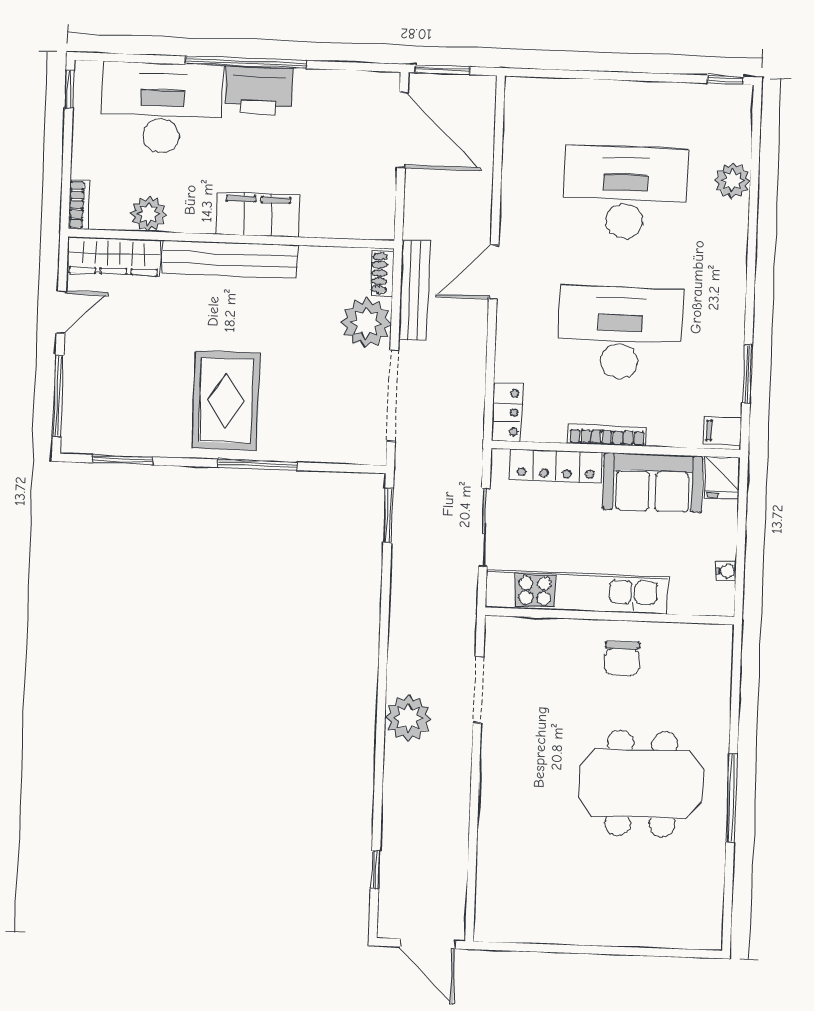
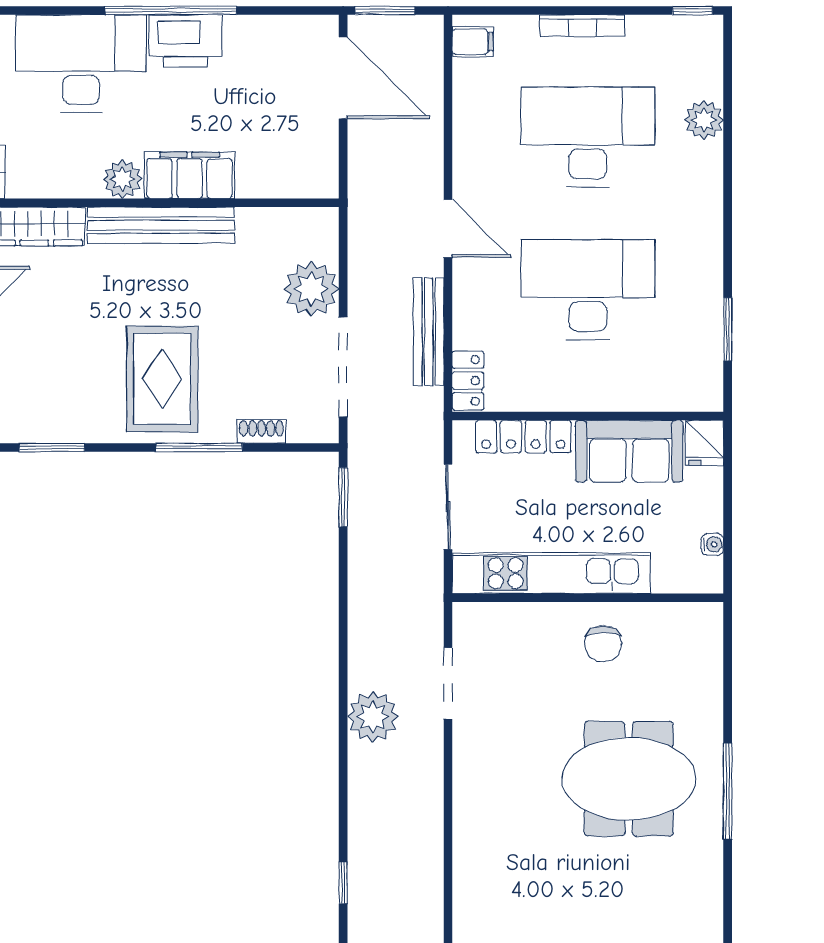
plant: (148, 214) -> (122, 179), moved
door: (494, 272) -> (448, 228), swing flipped
shoe rack: (382, 273) -> (262, 431), moved, turned 90
bench: (414, 291) -> (429, 332), moved
filing cabinet: (722, 431) -> (473, 42), moved, turned 180
bookcase: (607, 435) -> (582, 26), moved, turned 180

